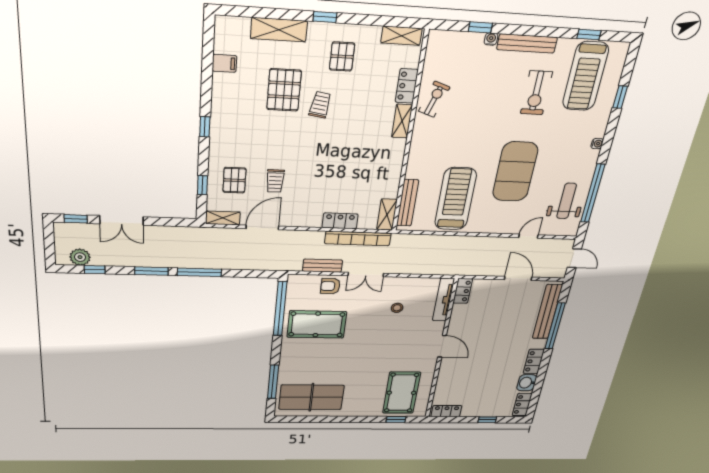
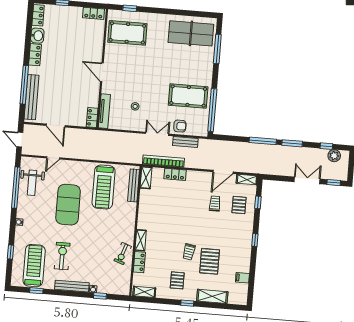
pool table: (401, 393) -> (127, 33), turned 90

